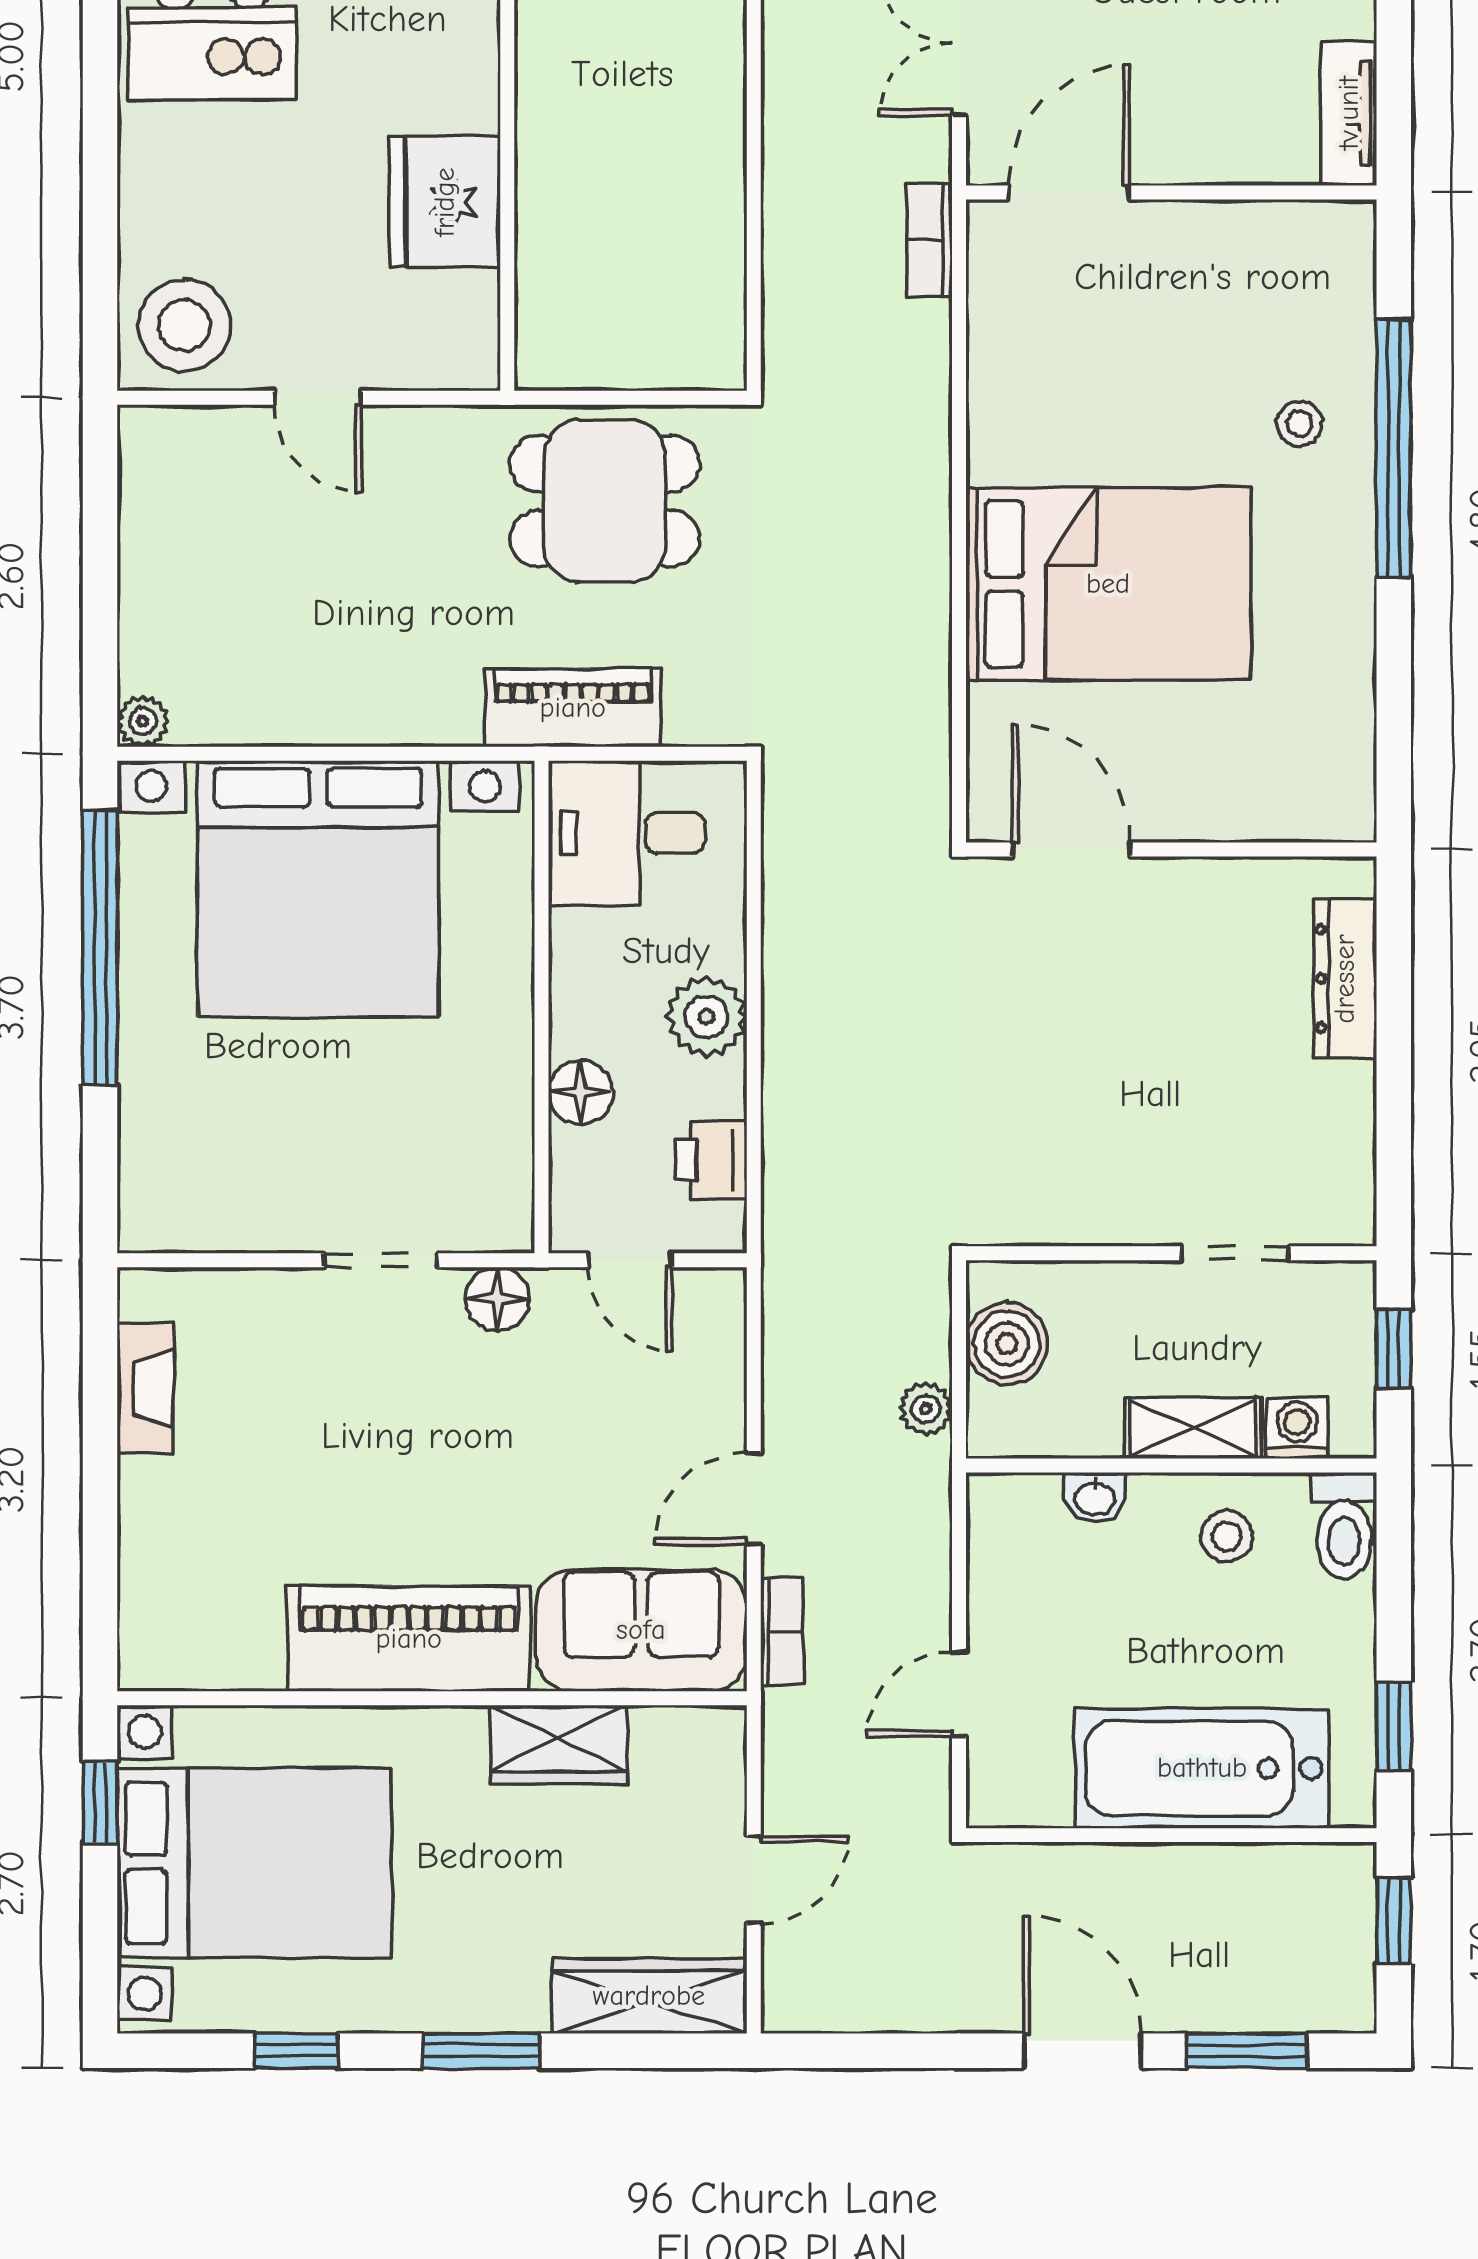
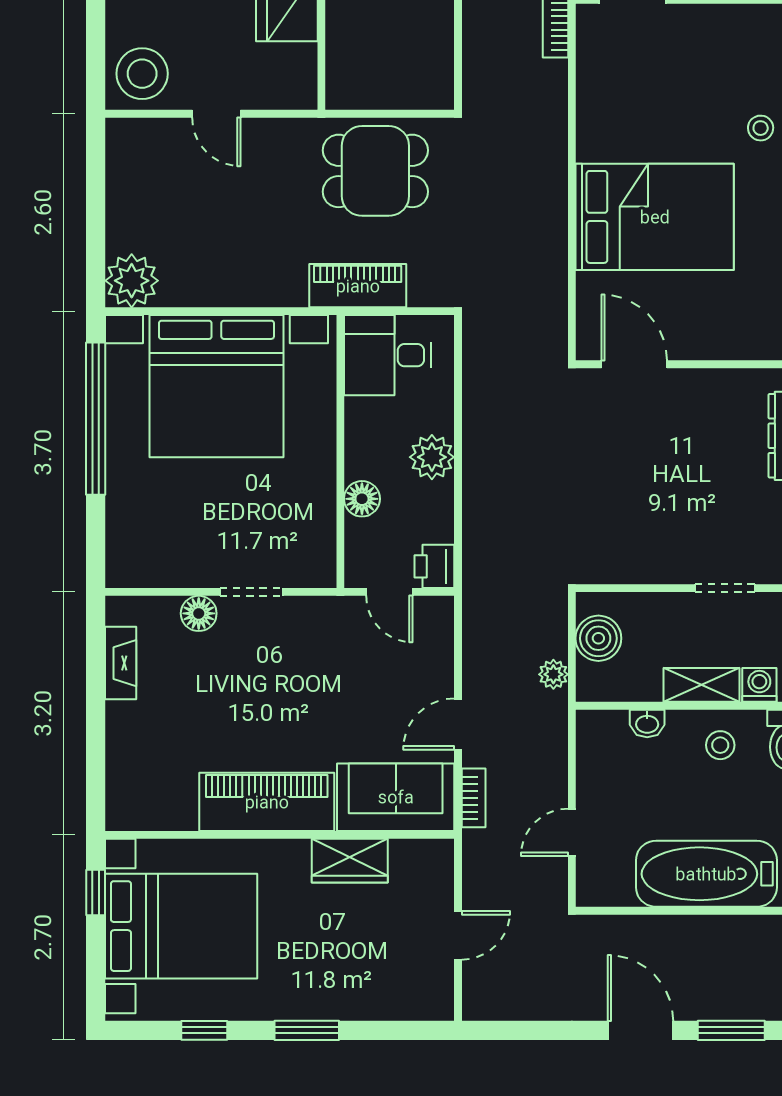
plant: (143, 721) -> (132, 281), width x1.88, depth x1.88
printer: (711, 1159) -> (434, 566), moved
floor lamp: (497, 1299) -> (199, 613), moved
wardrobe: (649, 1996) -> (400, 1000), removed

